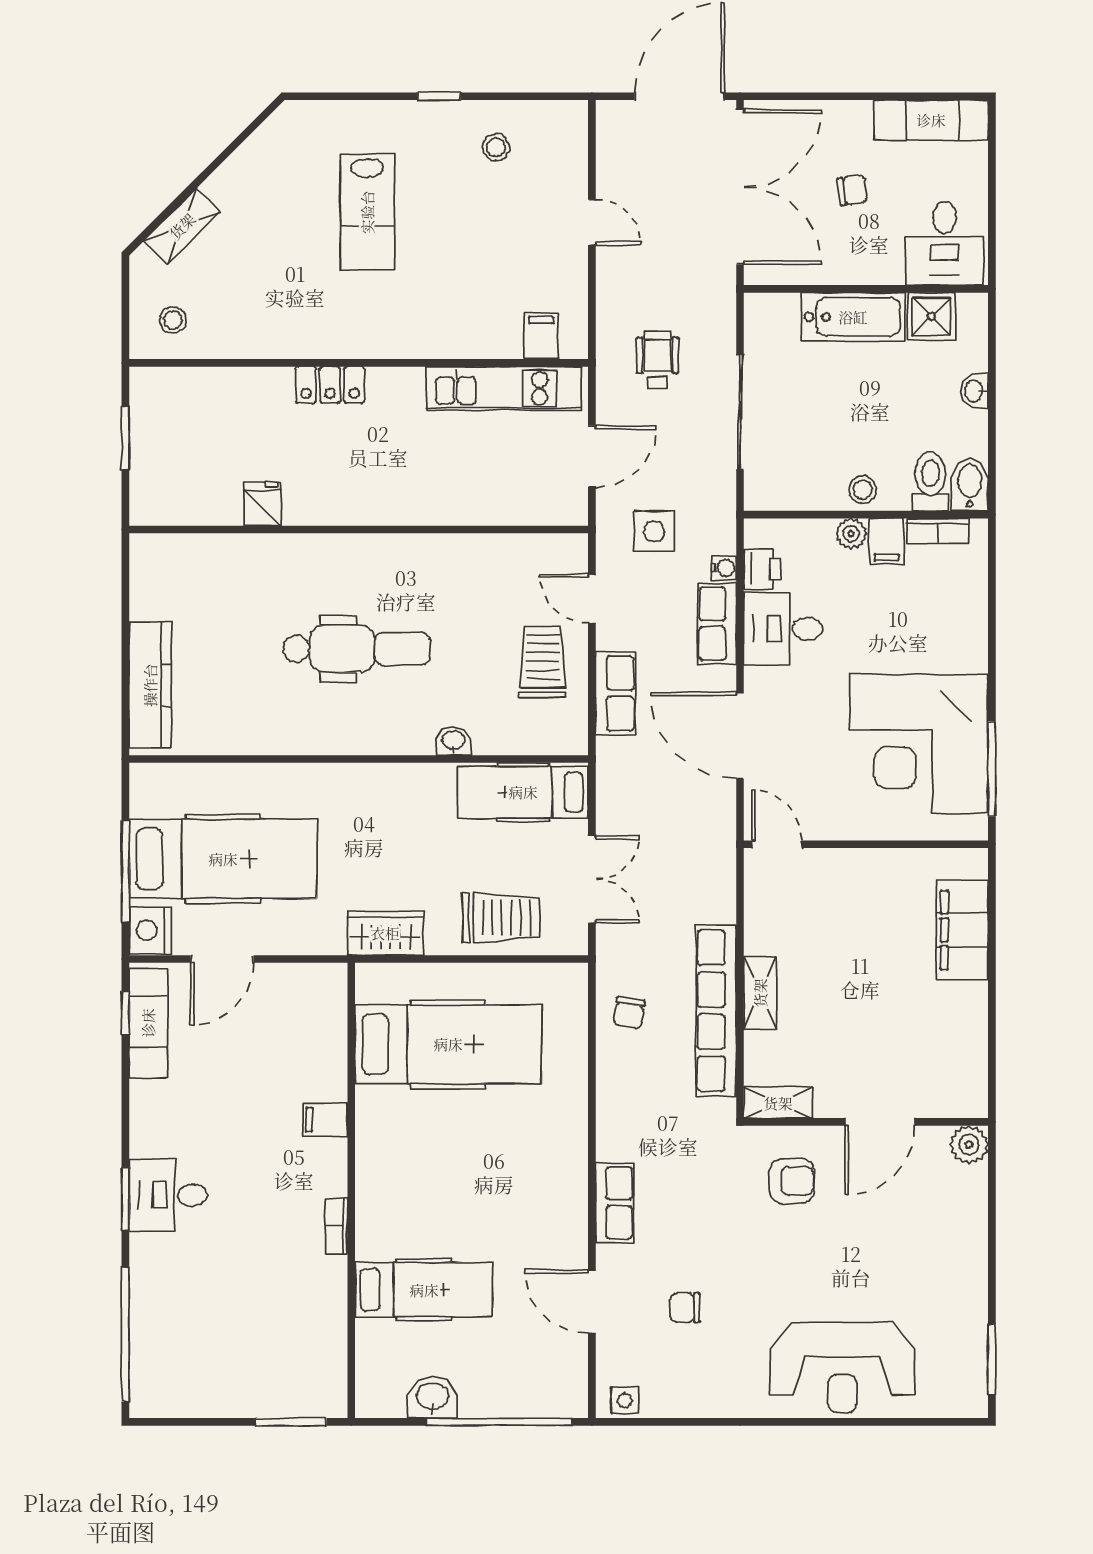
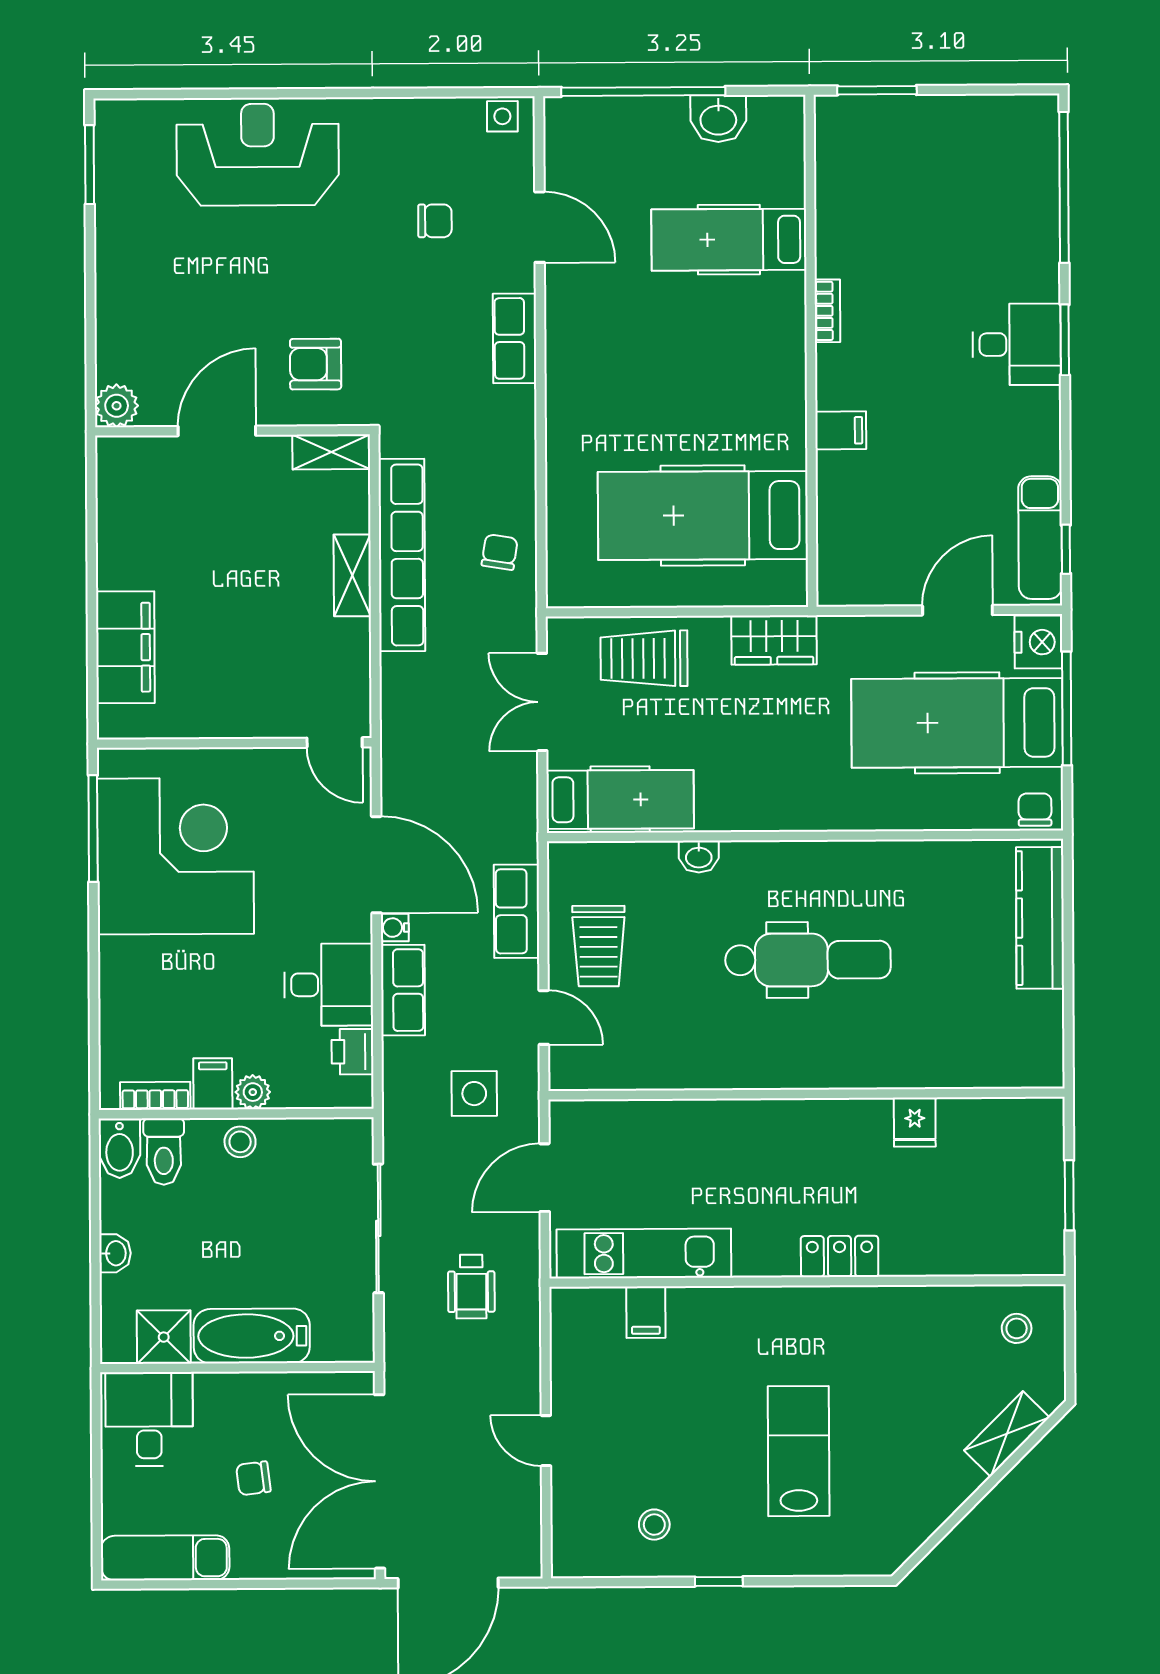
filing cabinet: (541, 336) -> (646, 1312), moved
water cooler: (724, 568) -> (395, 928), moved
dental chair: (357, 649) -> (808, 960), turned 180
chair: (154, 781) -> (1035, 810), added

